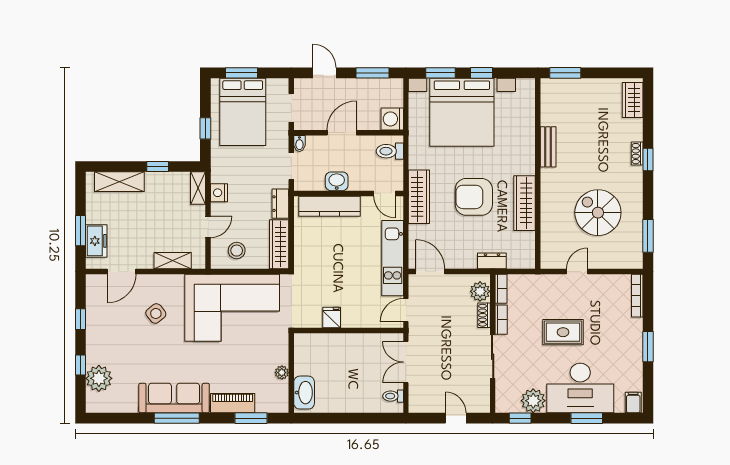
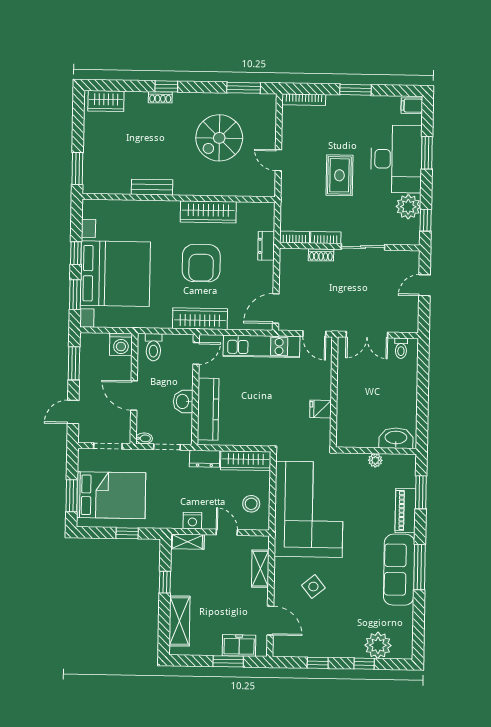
plant: (480, 291) -> (297, 259), removed

